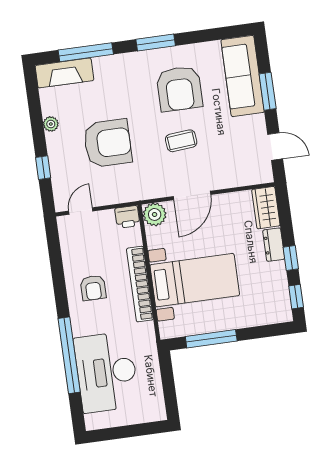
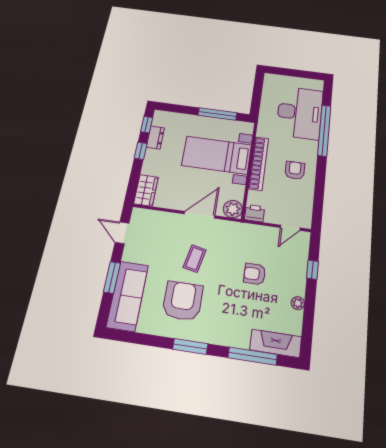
coffee table: (181, 141) -> (195, 259), turned -73
armchair: (108, 143) -> (255, 274), width x0.53, depth x0.53
dresser: (274, 245) -> (155, 138), moved

